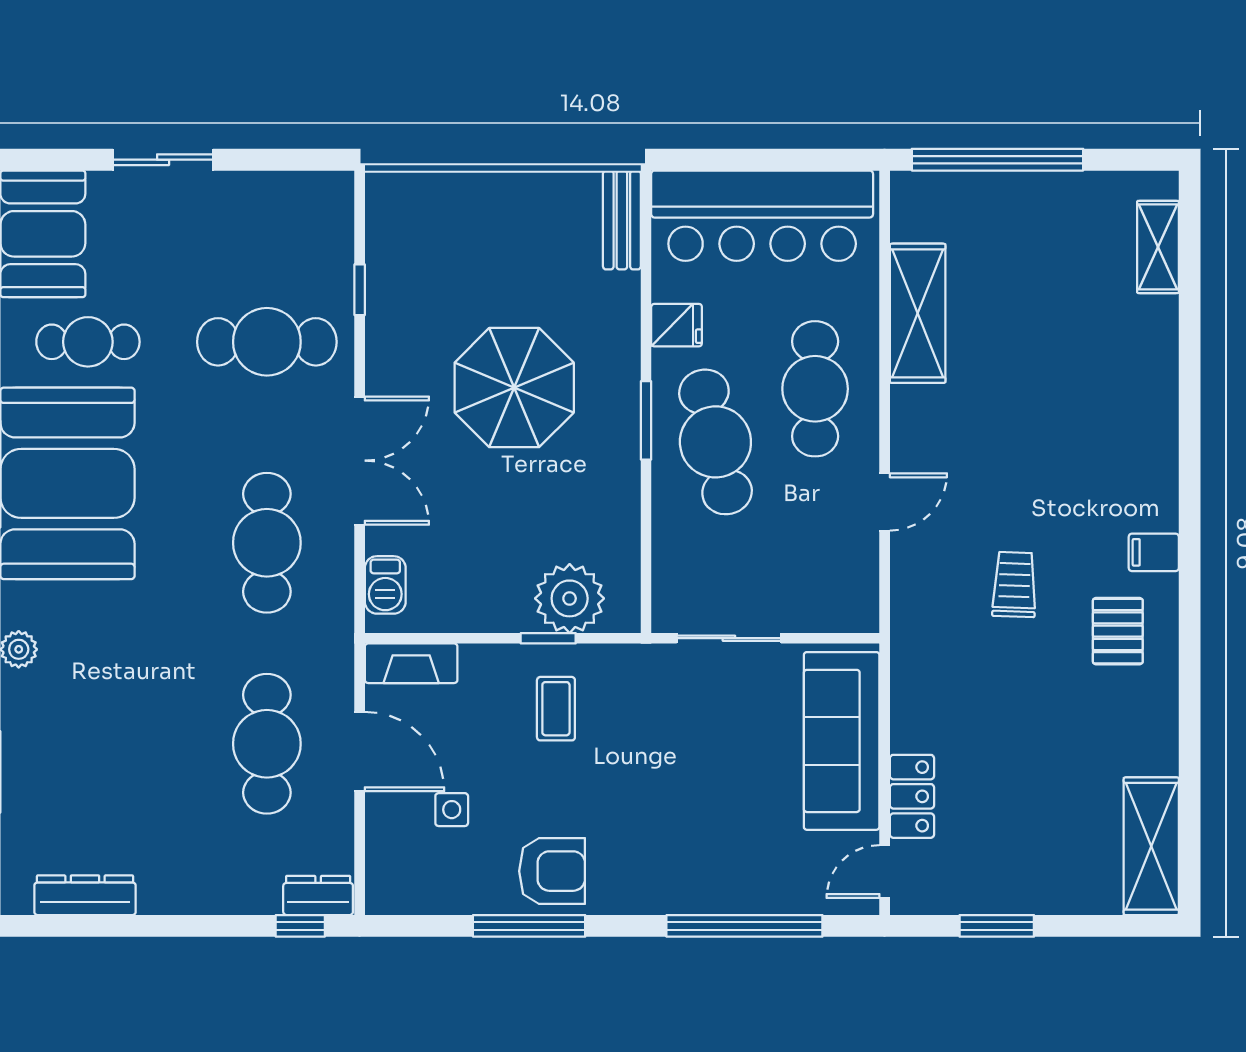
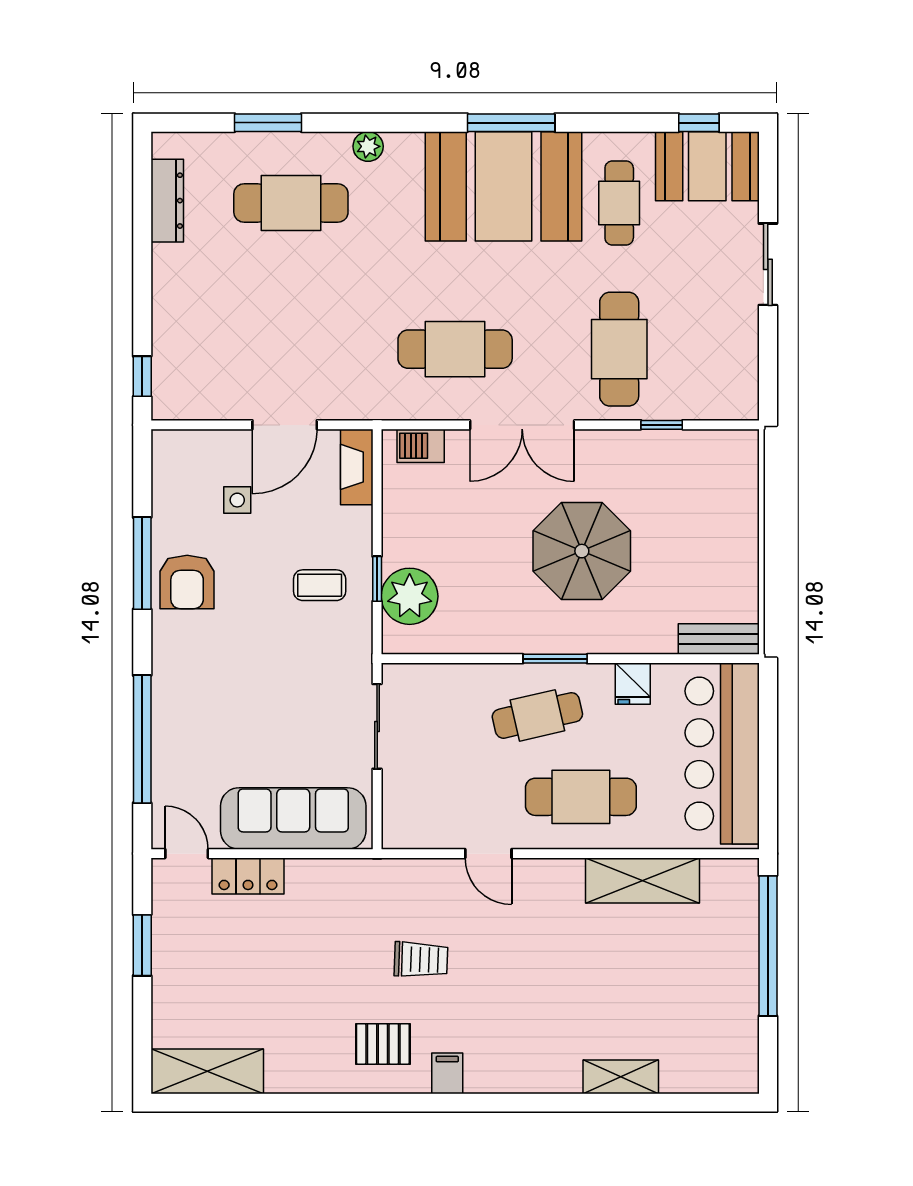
shelving: (1158, 247) -> (621, 1077), moved
cafe table: (715, 442) -> (537, 715), width x0.73, depth x0.74
cafe table: (267, 744) -> (291, 203), moved
dresser: (318, 895) -> (167, 391), removed

